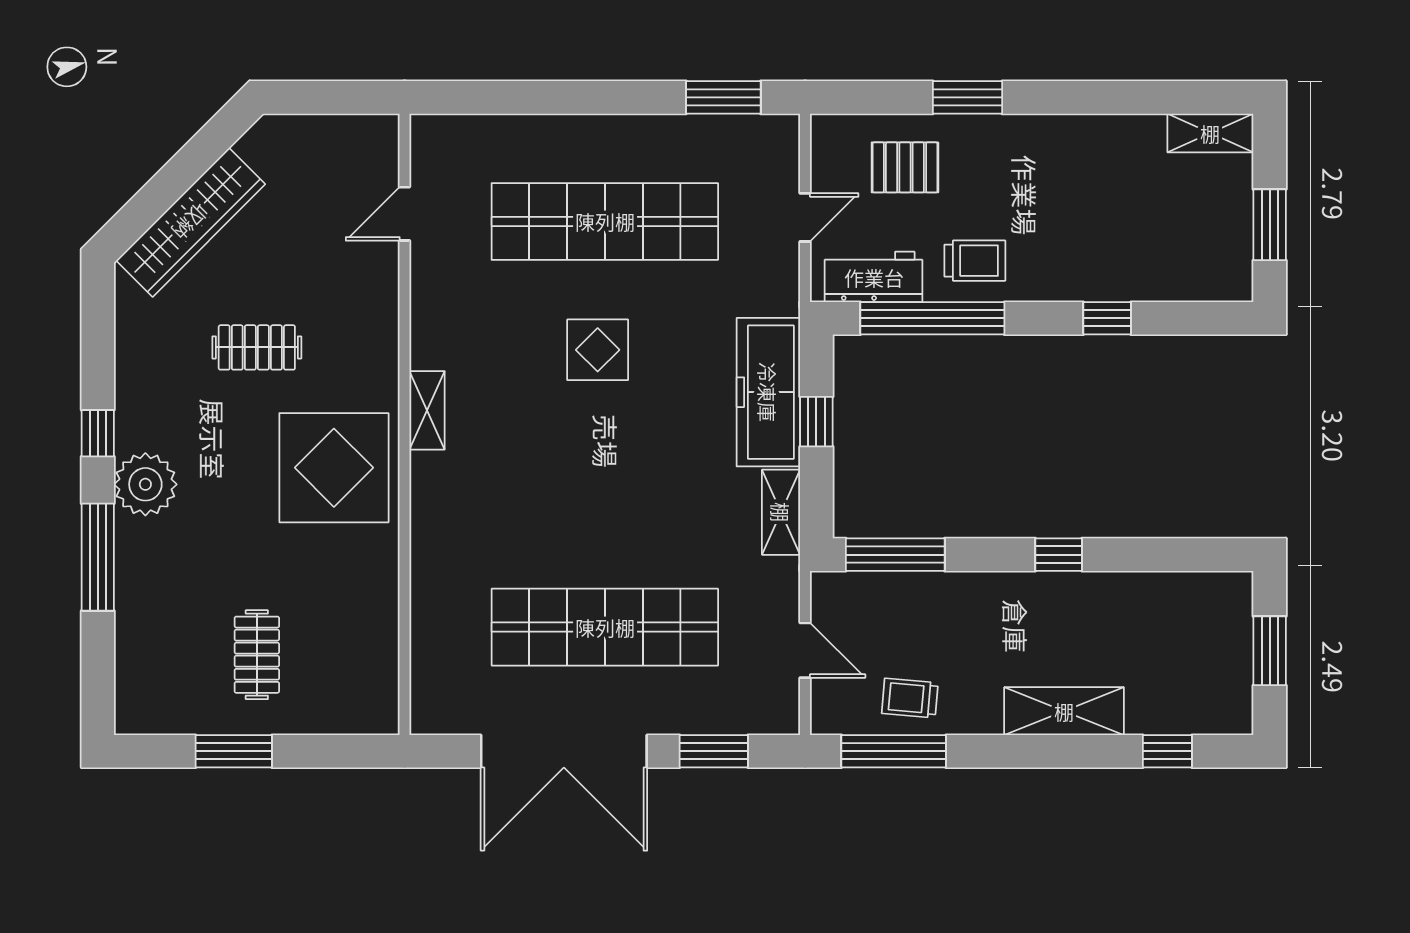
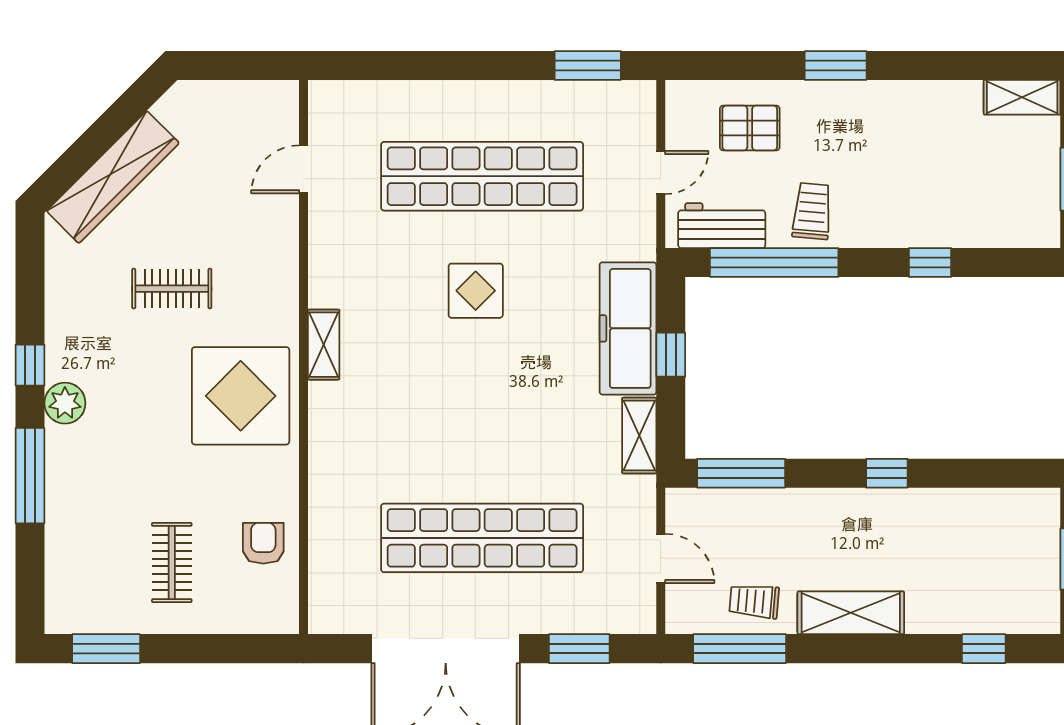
window: (967, 97) -> (836, 66), moved
trolley: (975, 261) -> (812, 211), turned -85
plant: (145, 484) -> (65, 403), width x0.73, depth x0.73
armchair: (359, 633) -> (263, 543), added
shelving: (1064, 711) -> (851, 613), moved
window: (234, 751) -> (106, 649), moved

